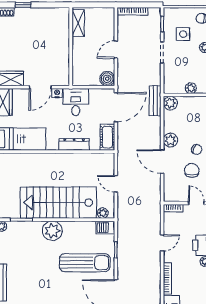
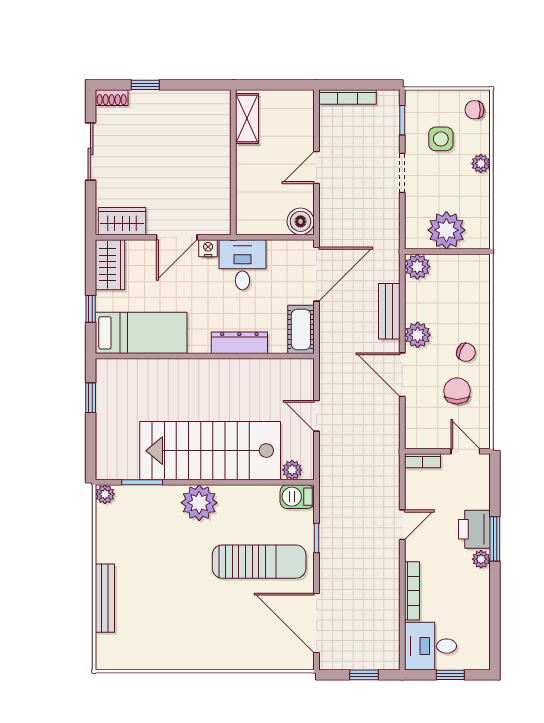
plant: (191, 88) -> (446, 230), width x1.88, depth x1.88
bench: (155, 101) -> (389, 311), moved

